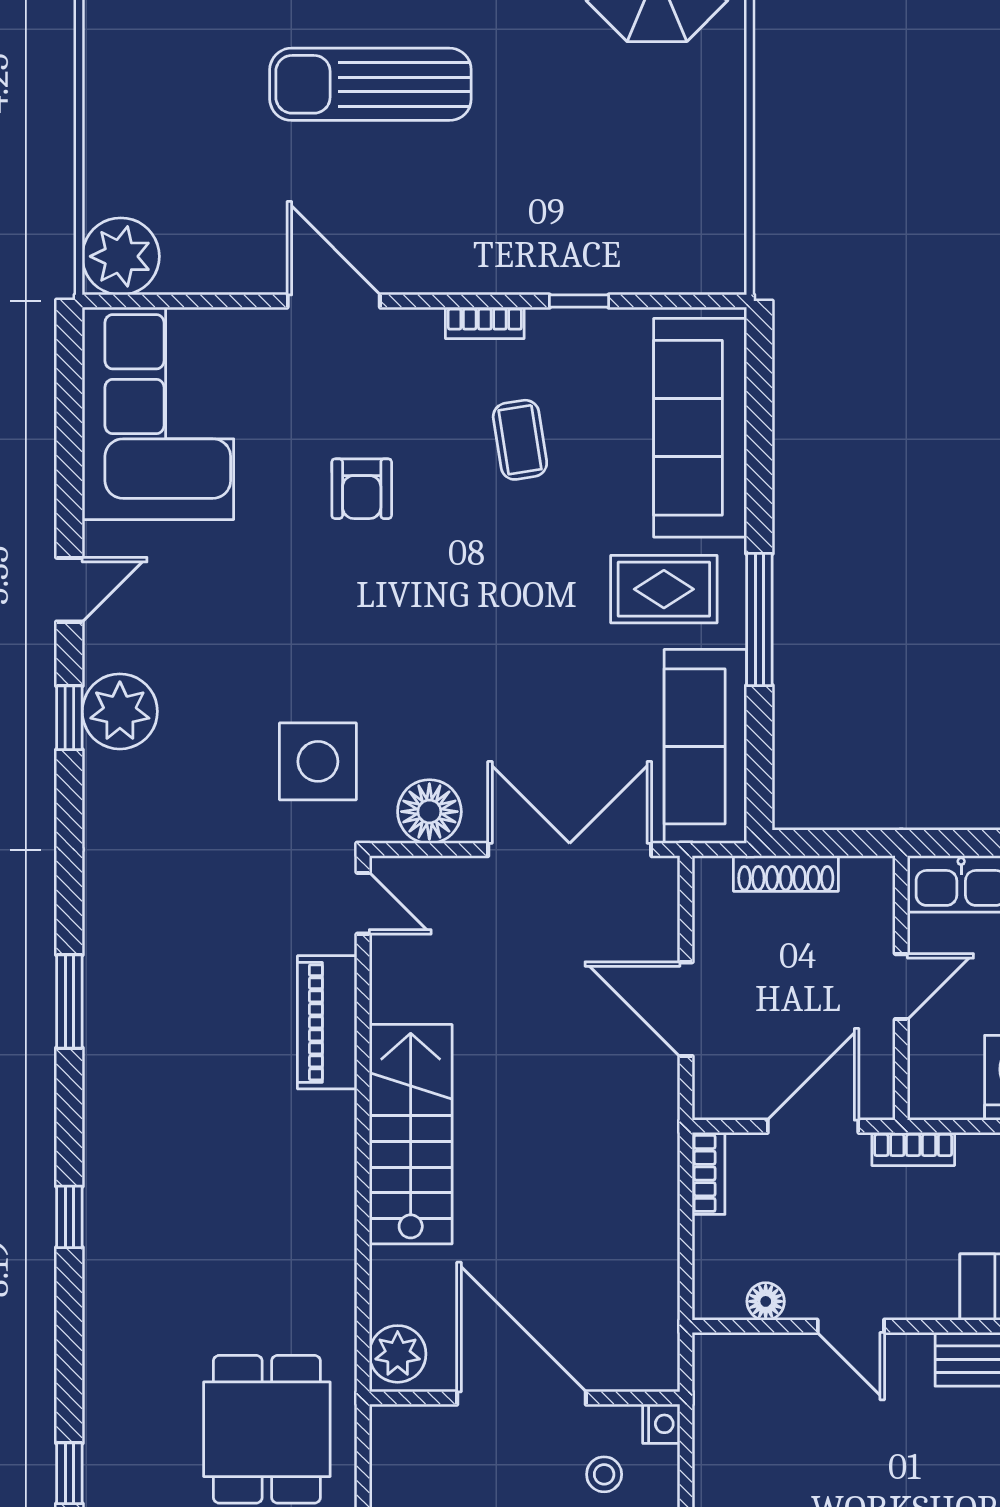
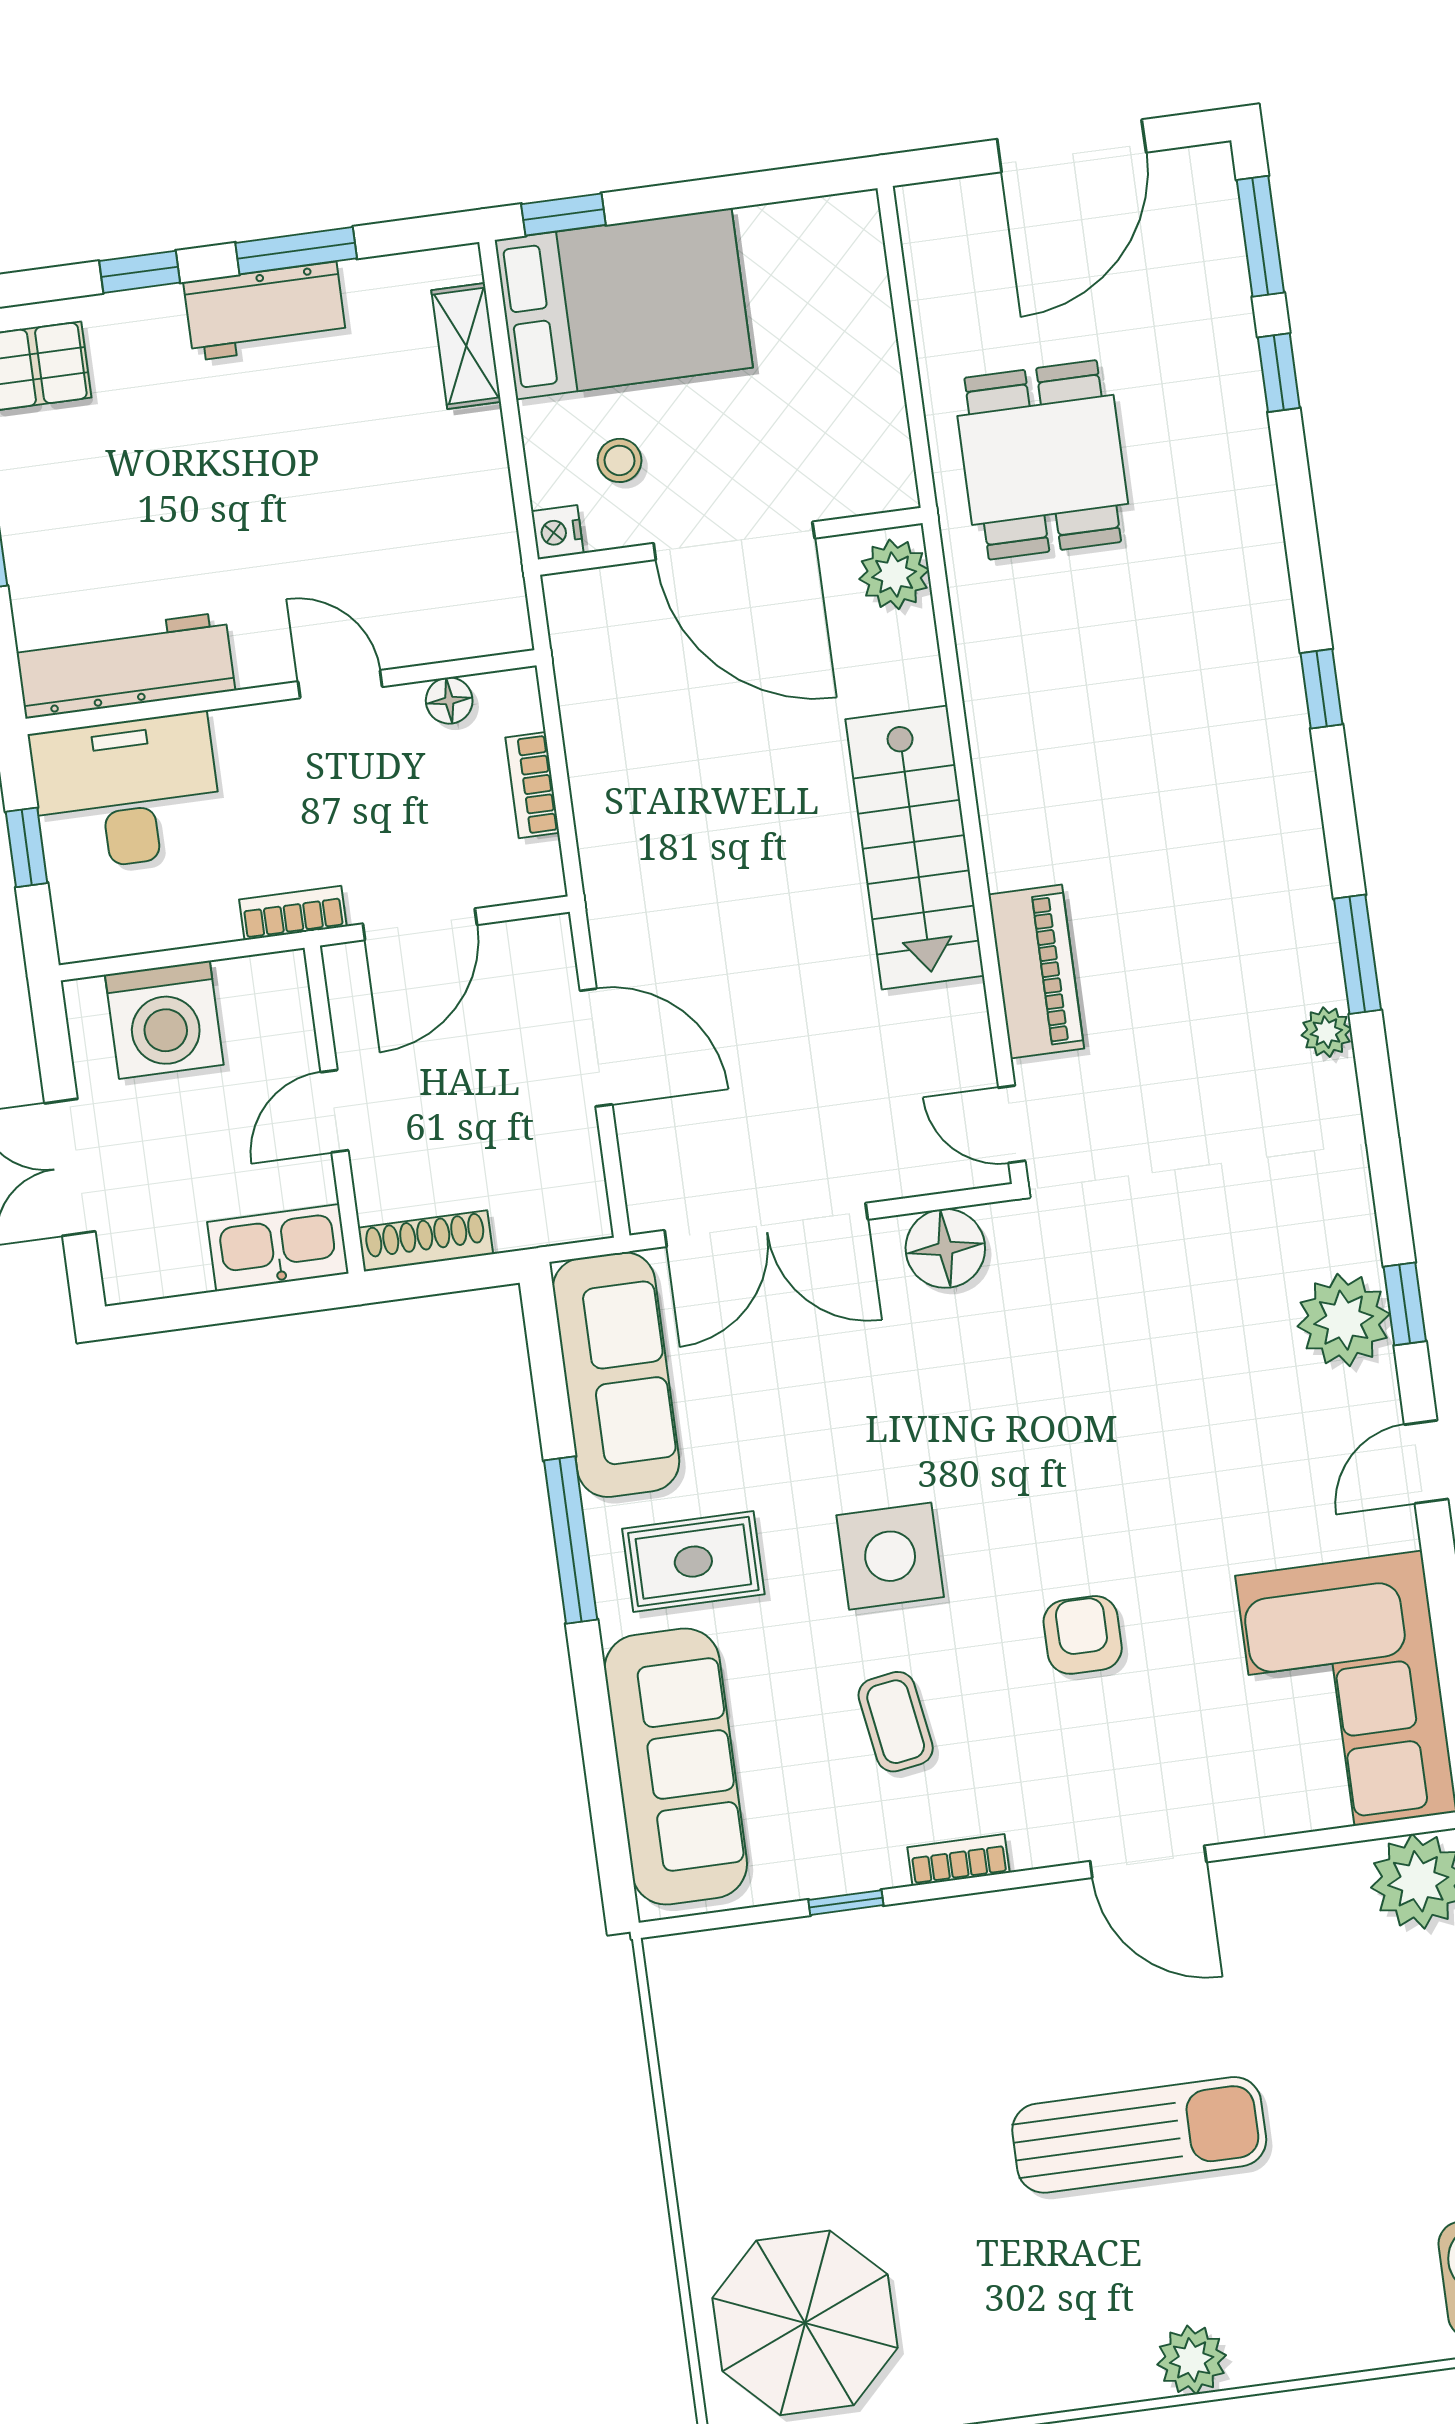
side table: (318, 761) -> (890, 1556), moved
shoe rack: (786, 874) -> (425, 1241), moved
plant: (103, 943) -> (1326, 1032), added
bookcase: (709, 1173) -> (532, 785), moved

